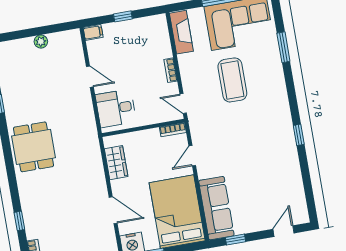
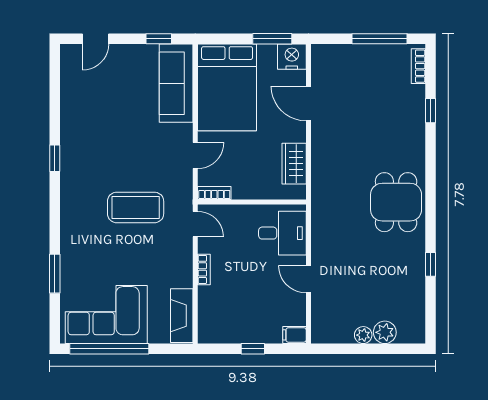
plant: (25, 46) -> (385, 332), added
coffee table: (232, 80) -> (136, 207), moved, turned 90

